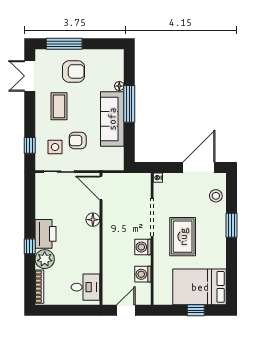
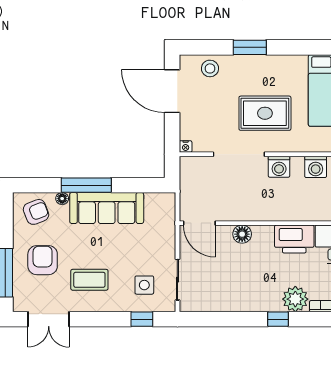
armchair: (78, 141) -> (36, 212), moved, turned -111
door: (101, 188) -> (199, 223), hinge flipped
printer: (45, 234) -> (294, 239), moved, turned 180

